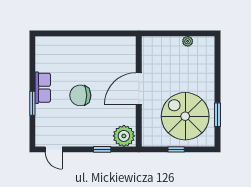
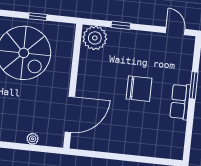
plant: (188, 41) -> (33, 139), moved
door: (139, 89) -> (70, 114), moved

